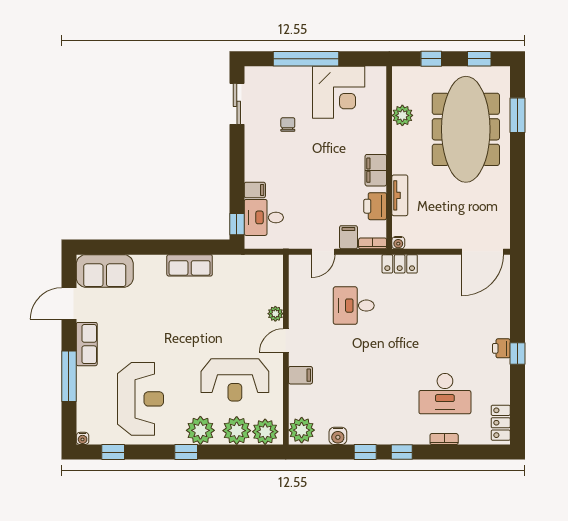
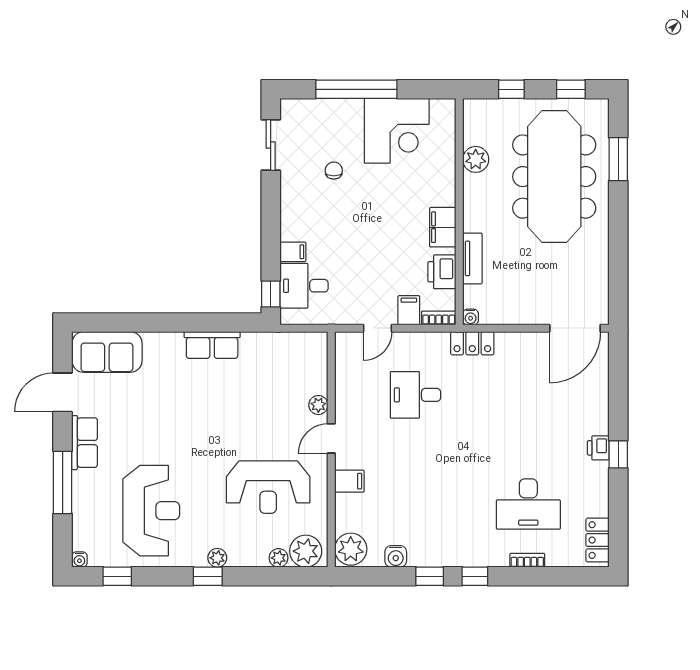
plant: (200, 430) -> (217, 558), width x0.53, depth x0.53
plant: (237, 431) -> (279, 558), width x0.53, depth x0.53

